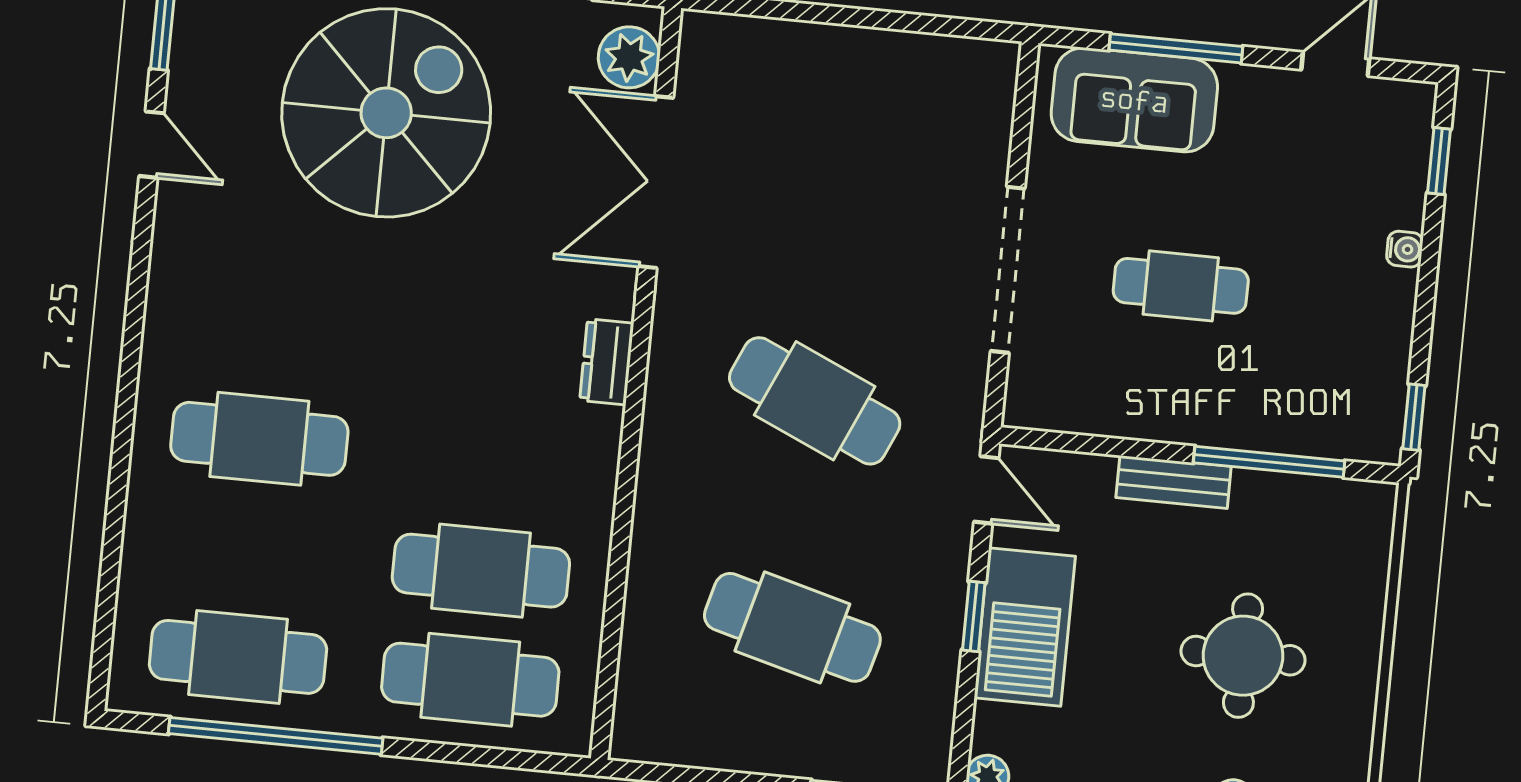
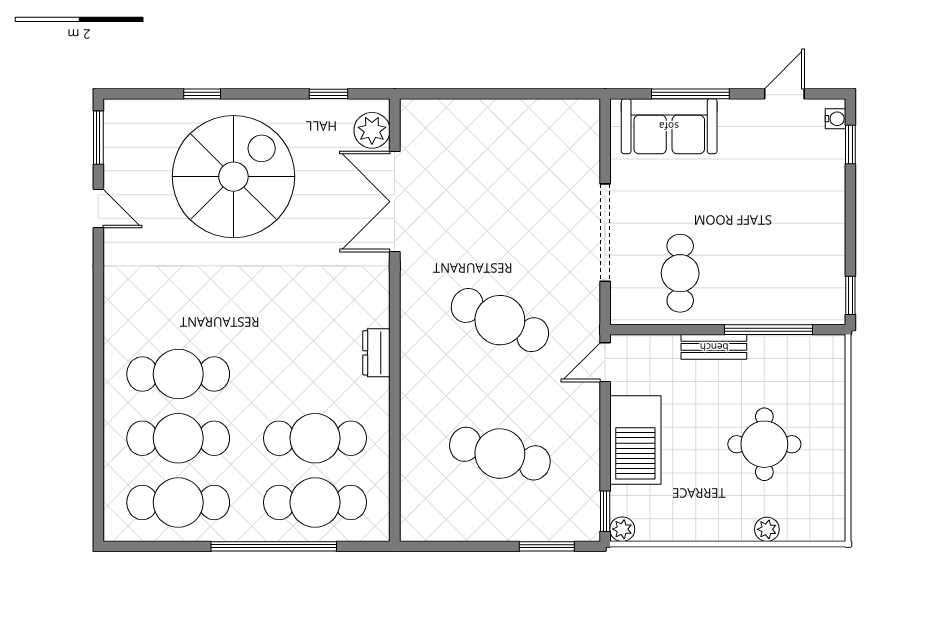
water cooler: (1405, 249) -> (835, 119), moved
cafe table: (1181, 286) -> (680, 273), moved, turned 90
dresser: (607, 362) -> (376, 353), moved
door: (986, 490) -> (605, 362), swing flipped
cafe table: (249, 548) -> (178, 438), added
window: (974, 616) -> (605, 511), moved
window: (276, 736) -> (274, 546), moved

